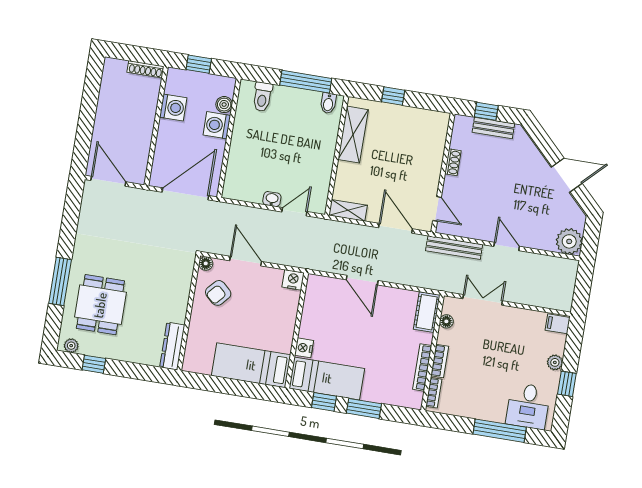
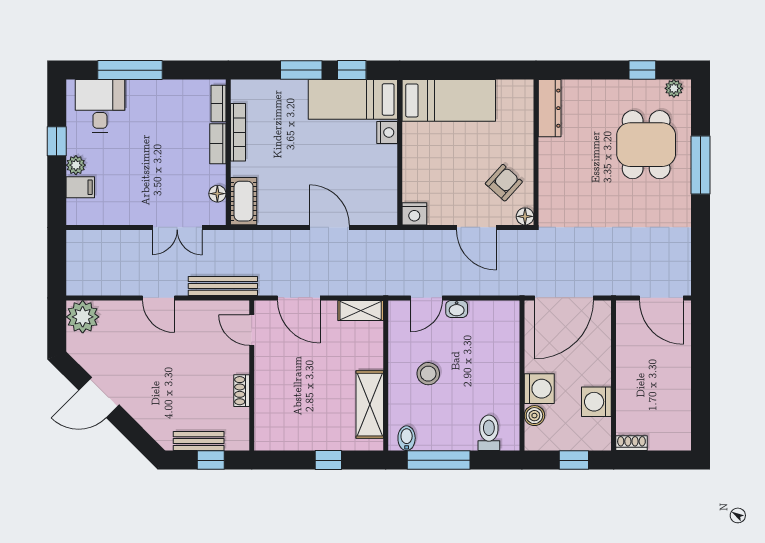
shoe rack: (146, 69) -> (631, 443), width x0.70
stool: (303, 152) -> (428, 374), added
filing cabinet: (558, 324) -> (80, 187), moved

